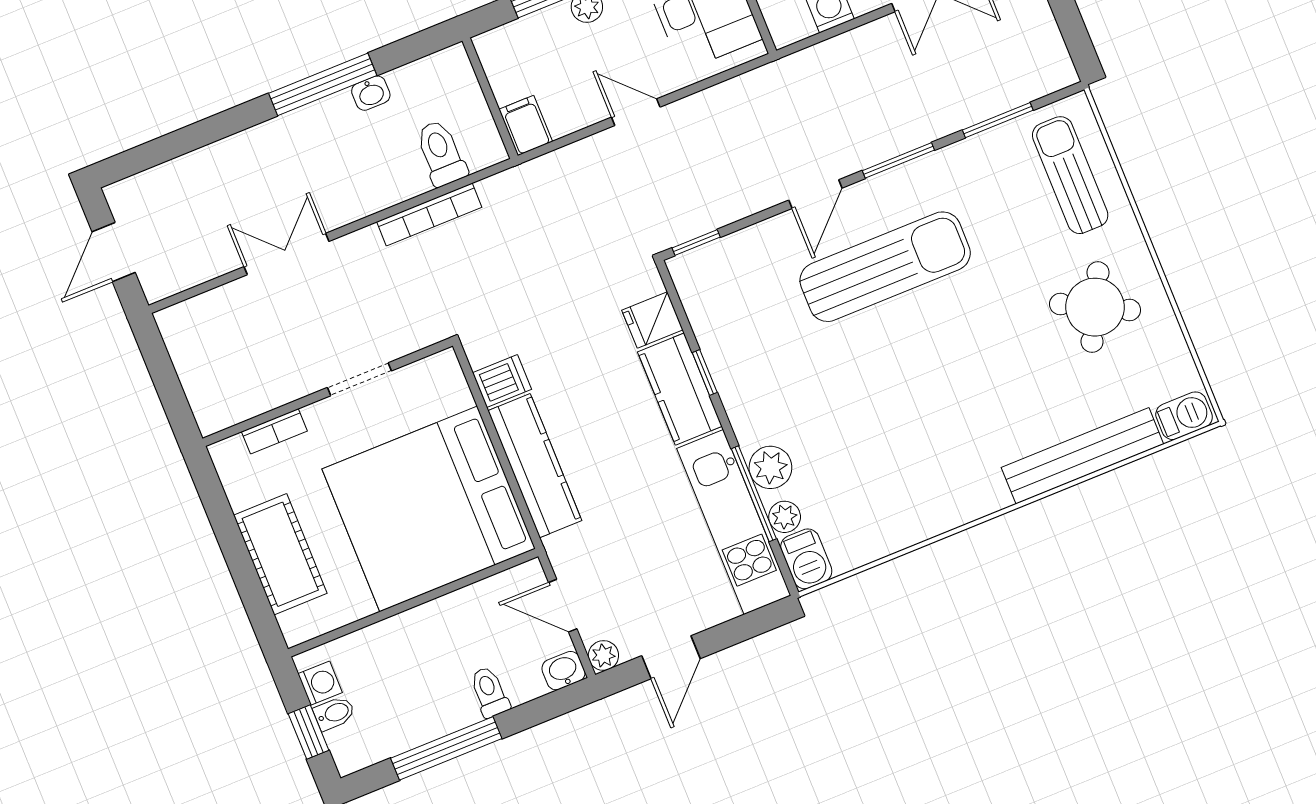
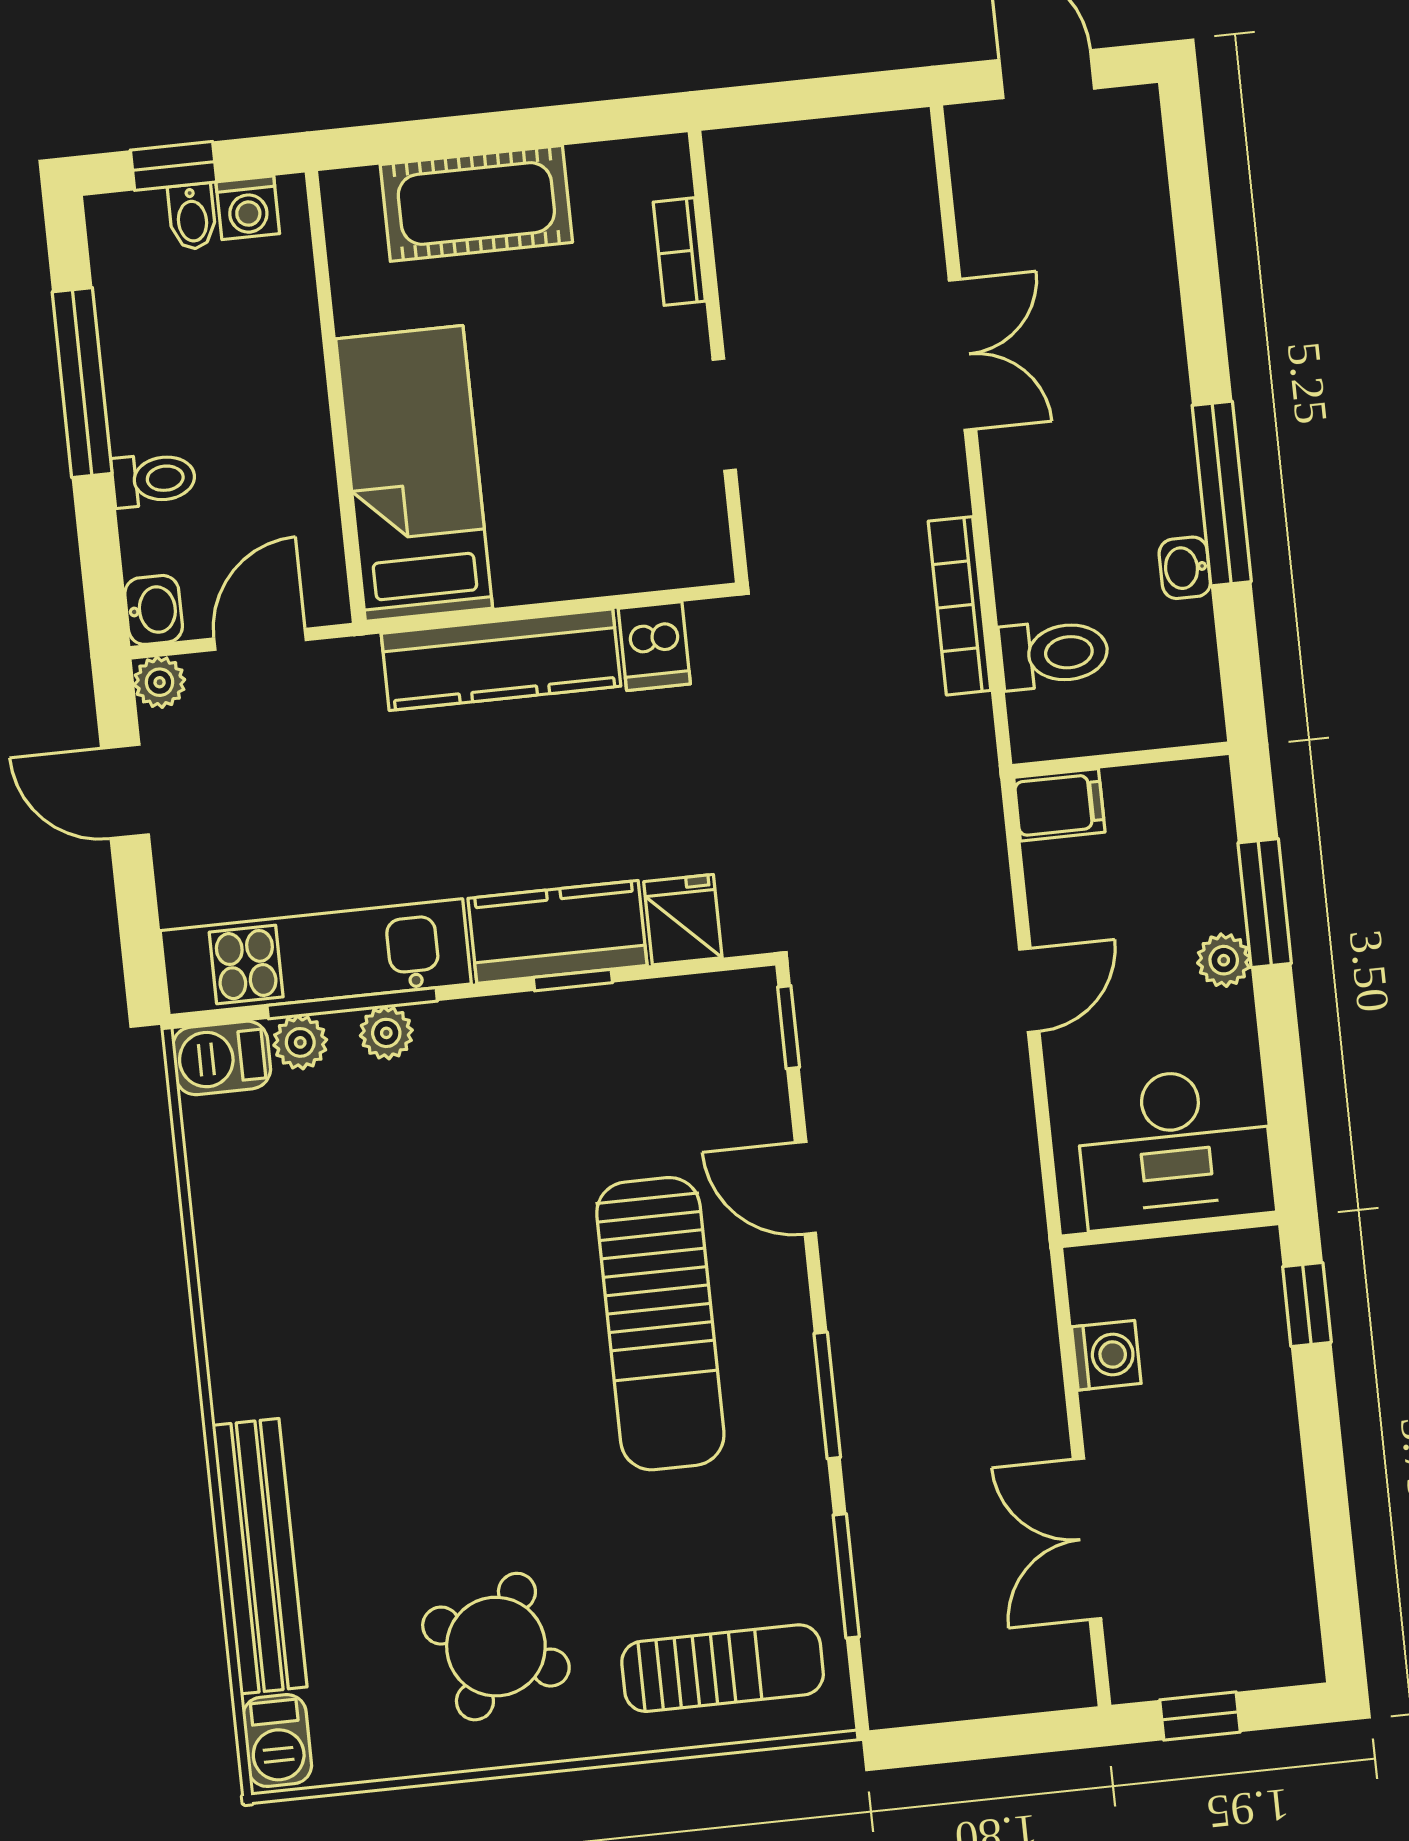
door: (815, 194) -> (805, 1188), moved
plant: (770, 467) -> (386, 1033), width x0.73, depth x0.73
bed: (429, 509) -> (414, 473), width x0.49

